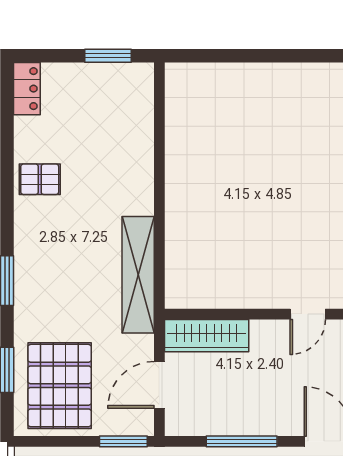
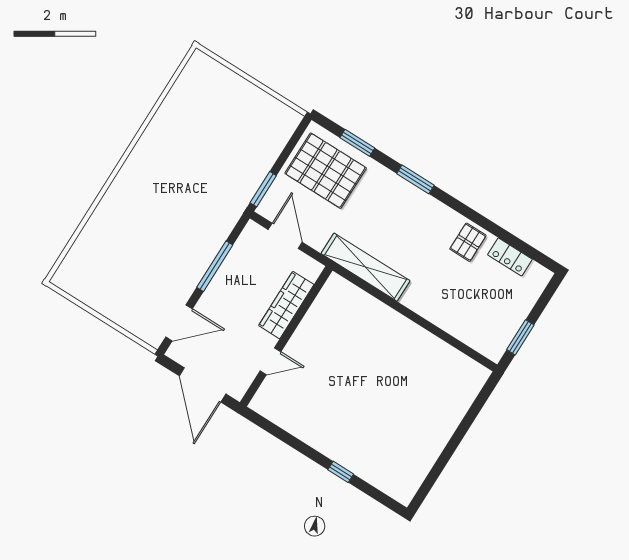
locker: (27, 89) -> (510, 257), moved
door: (308, 314) -> (270, 361), swing flipped
wardrobe: (207, 336) -> (286, 305), moved

